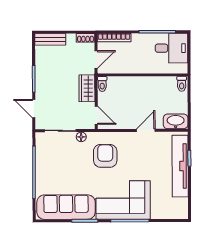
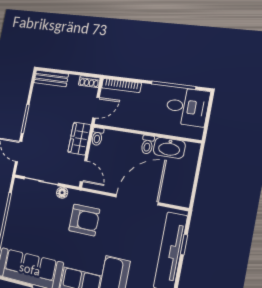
toilet: (182, 84) -> (147, 145), moved
washbasin: (176, 121) -> (169, 148), moved, turned 180
door: (146, 130) -> (137, 200), width x1.88
armchair: (105, 156) -> (84, 220), turned 90

